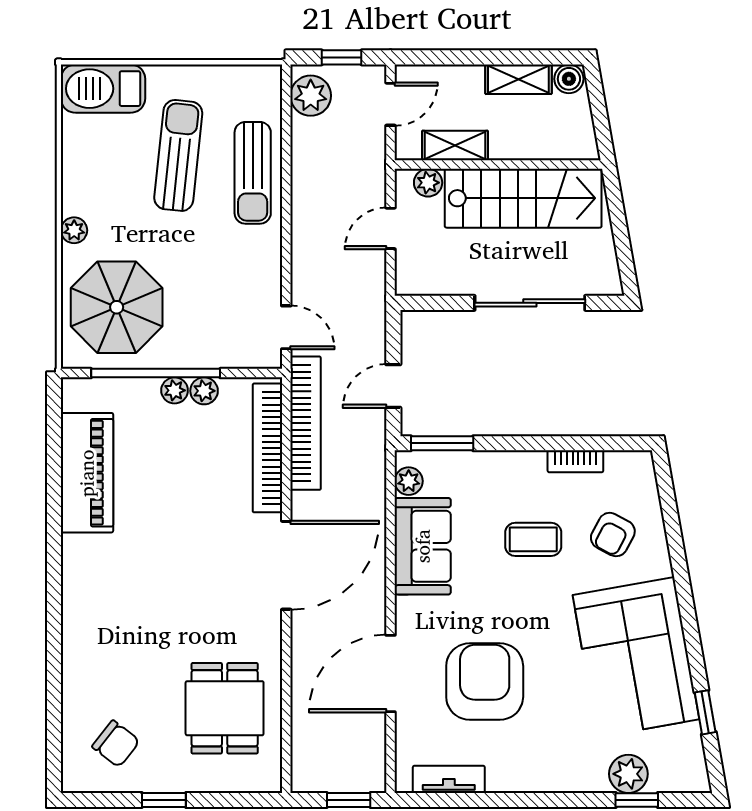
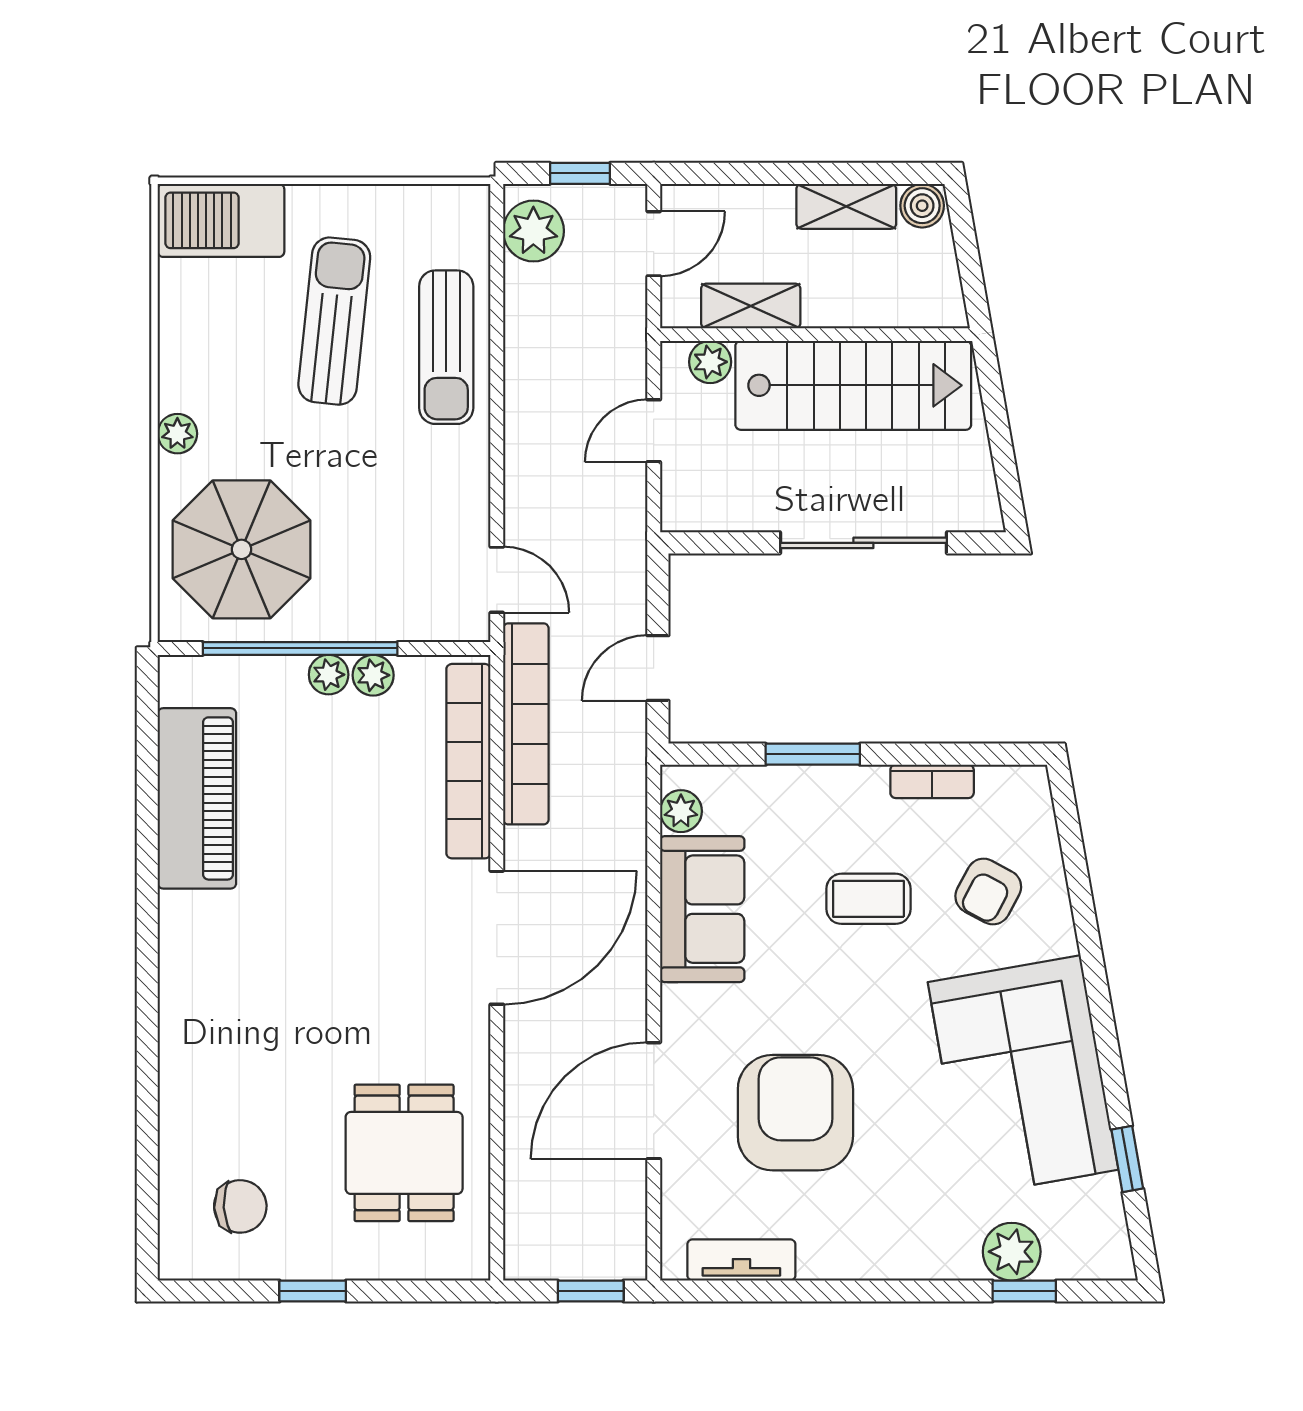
window: (442, 443) -> (813, 754), moved
chair: (116, 744) -> (240, 1206), turned -41

